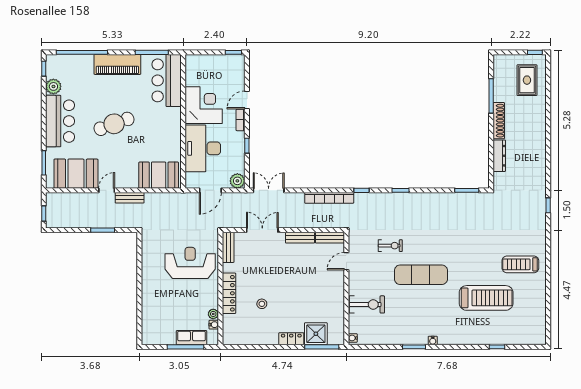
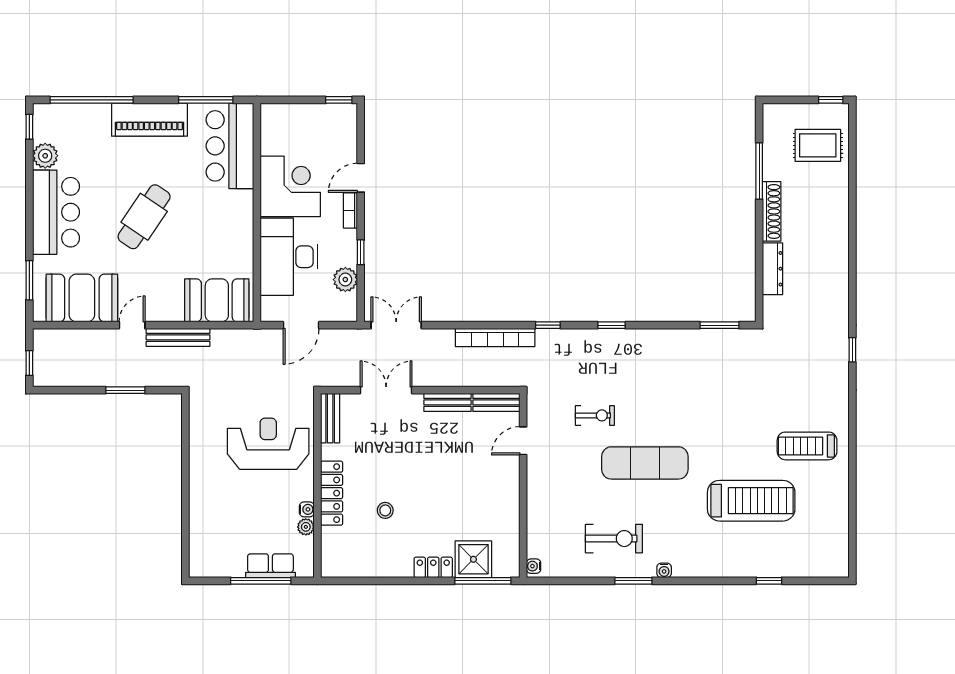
rug: (527, 80) -> (818, 145), turned 90
cafe table: (114, 124) -> (144, 217), turned -36
plant: (237, 181) -> (345, 280), moved
bench: (130, 198) -> (178, 337), width x1.36
exercise bike: (367, 304) -> (614, 539), moved
water cooler: (214, 325) -> (307, 509), moved

